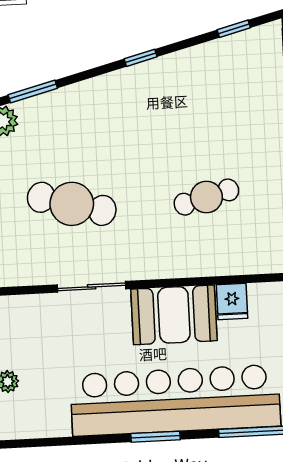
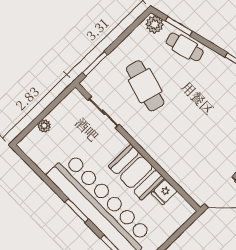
cafe table: (206, 197) -> (185, 47), moved
sliding door: (92, 287) -> (103, 112), moved

